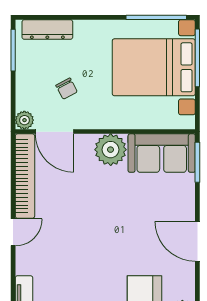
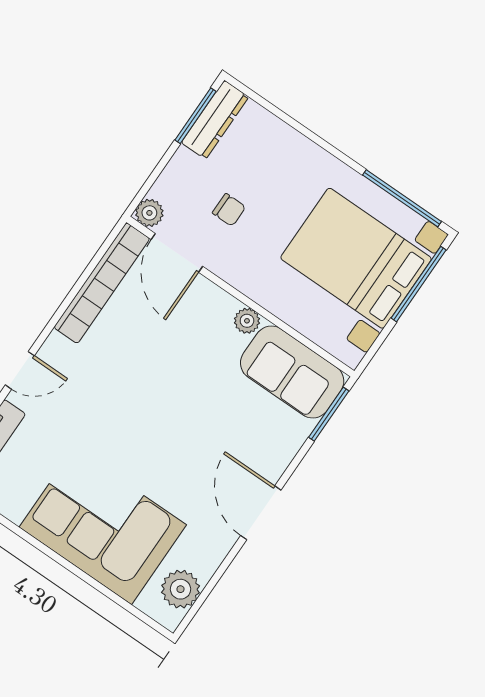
dresser: (47, 30) -> (215, 120), moved, turned -90
chair: (67, 89) -> (229, 210), turned -62
plant: (111, 150) -> (247, 321), width x0.53, depth x0.53
door: (13, 232) -> (20, 370), moved

